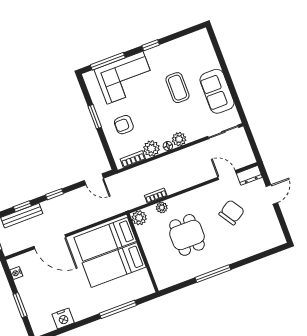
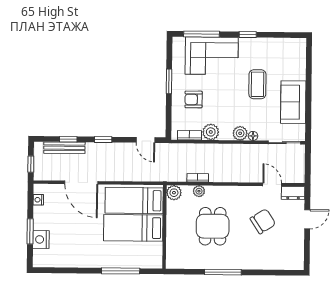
floor lamp: (168, 146) -> (253, 136), moved
nightstand: (63, 318) -> (41, 239), moved, turned 90

